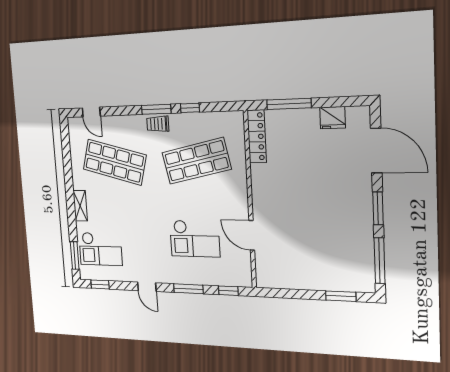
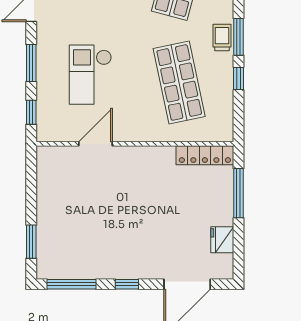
window: (378, 208) -> (127, 284), width x0.67

